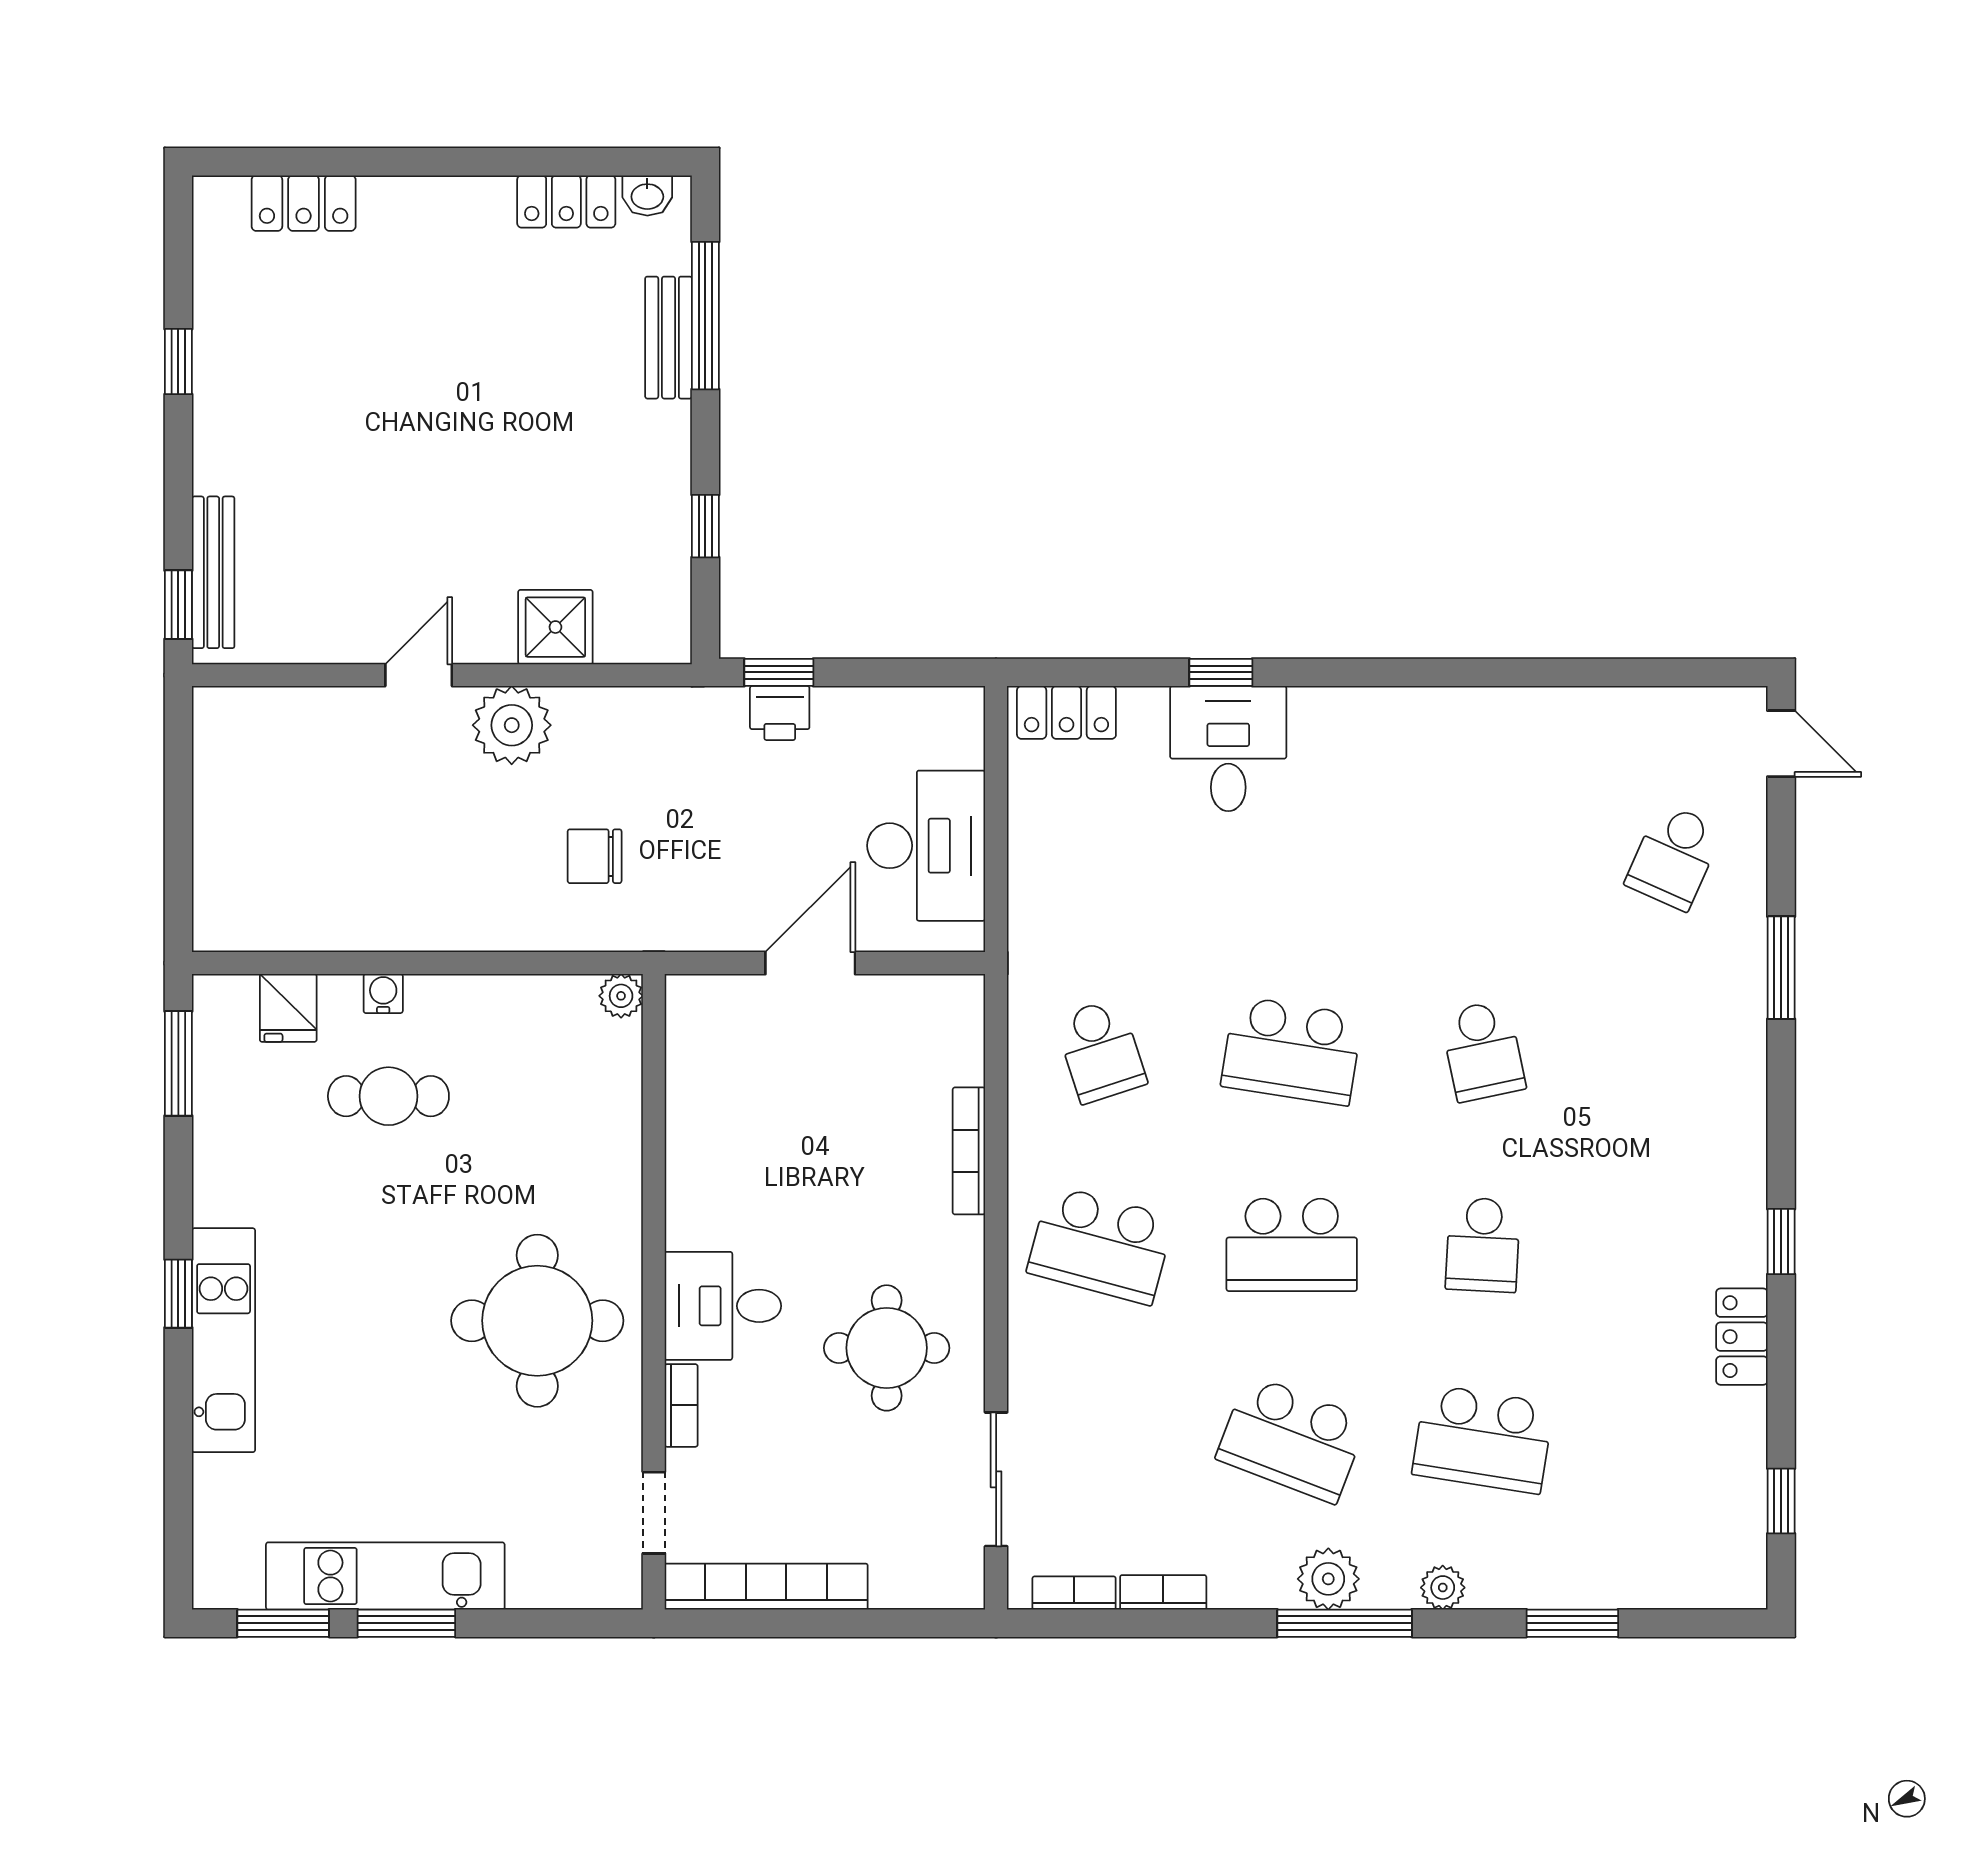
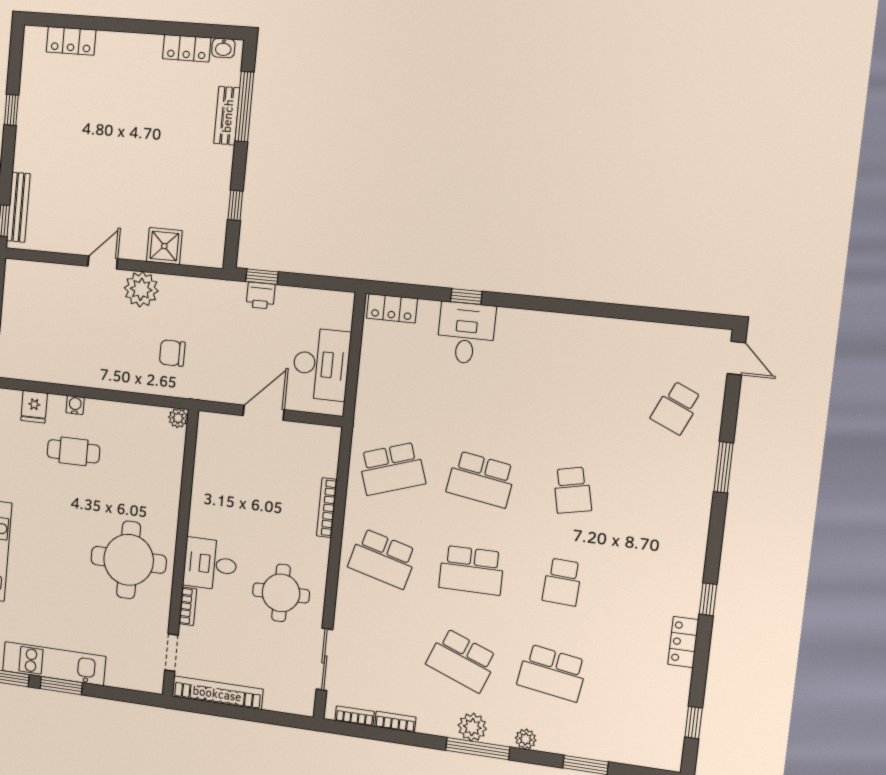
school desk: (1101, 1051) -> (392, 469), width x1.85

